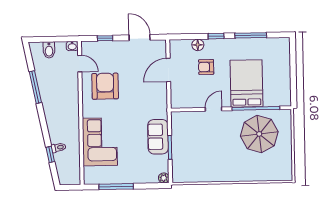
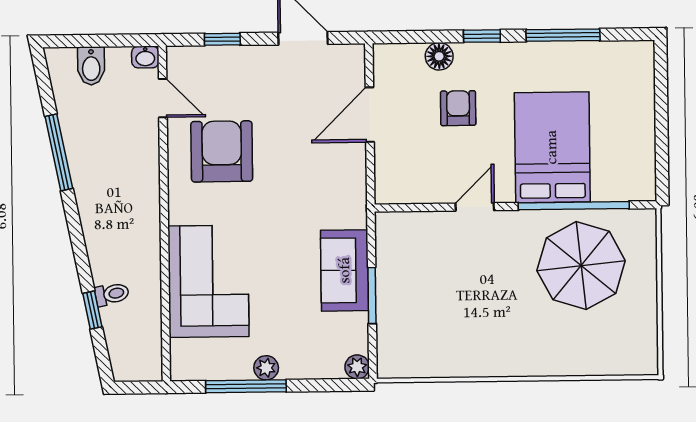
armchair: (206, 67) -> (458, 108), turned 90
plant: (125, 179) -> (266, 368), added

